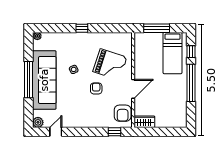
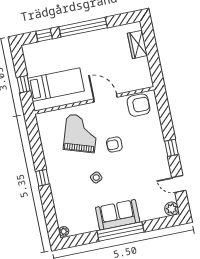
window: (157, 28) -> (23, 84), width x0.46
bed: (172, 53) -> (56, 85), moved
sofa: (44, 80) -> (118, 215), width x0.54, depth x0.79
wardrobe: (144, 122) -> (137, 44), moved
window: (115, 132) -> (171, 148), moved

